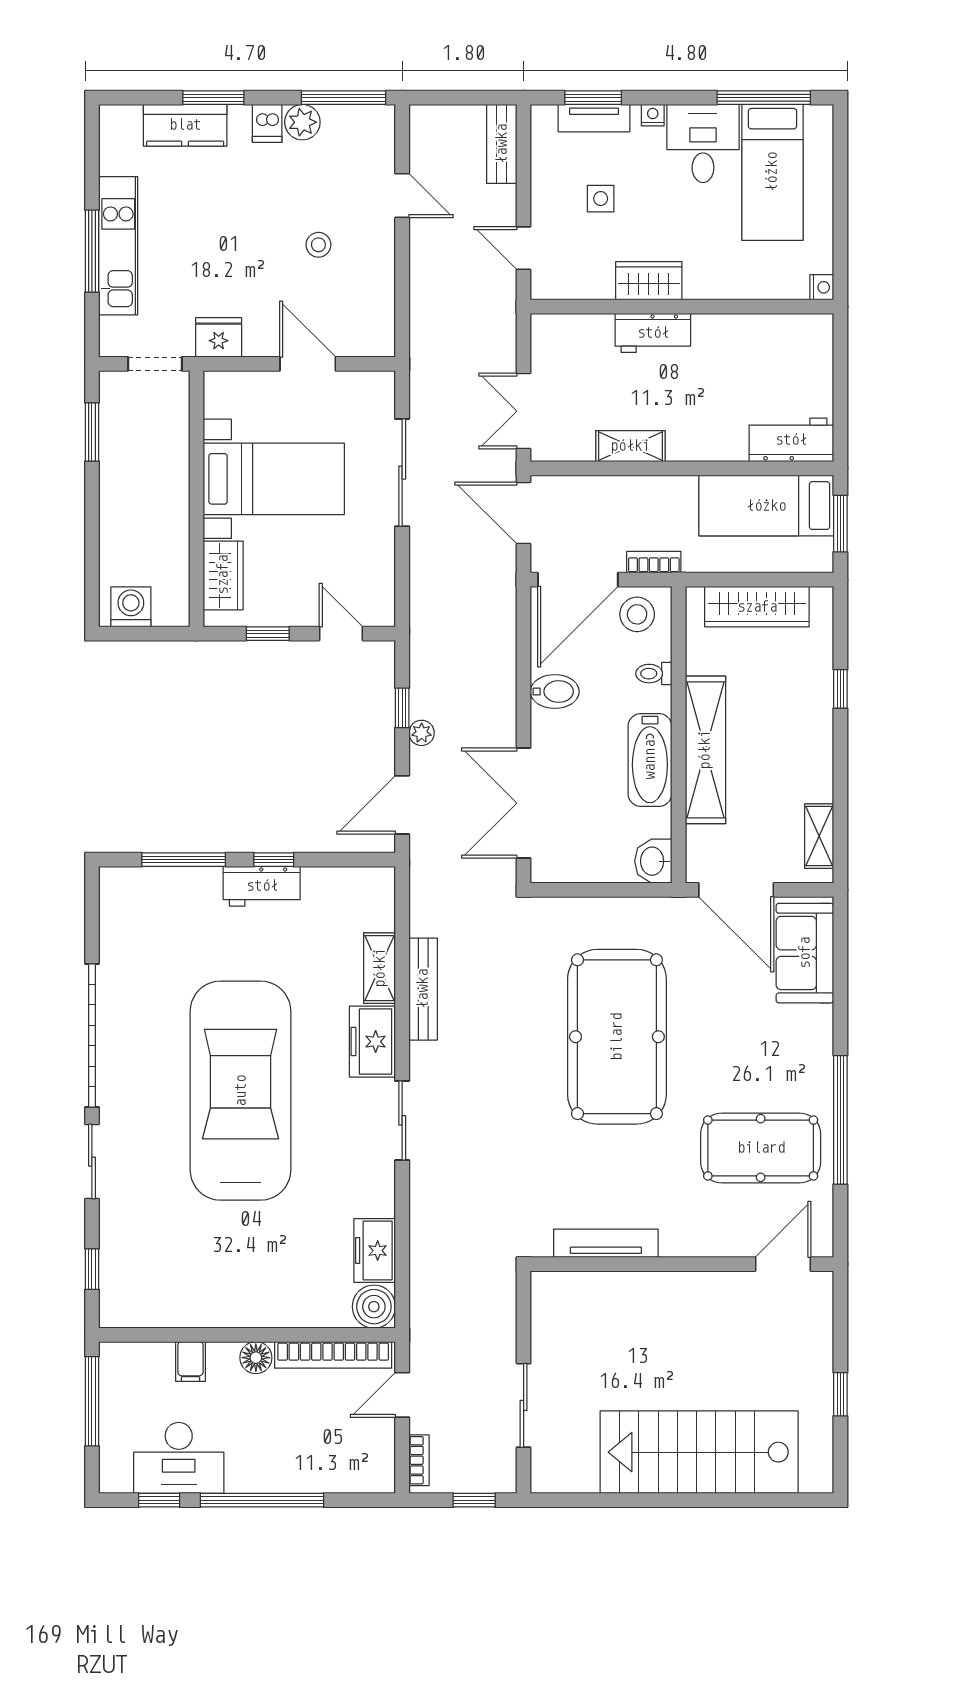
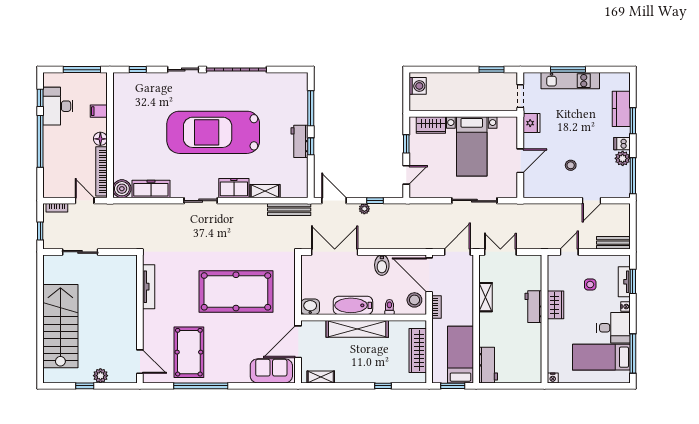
bench: (423, 989) -> (289, 210), moved
car: (241, 1091) -> (213, 132), turned 180
freezer: (375, 1251) -> (151, 189), width x1.40
plant: (816, 1357) -> (100, 376), added

